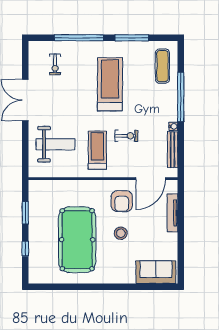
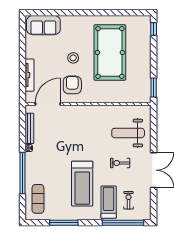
window: (79, 38) -> (123, 223), moved
exercise bike: (126, 136) -> (120, 163), moved
treadmill: (97, 150) -> (109, 202), moved, turned 180
window: (25, 213) -> (154, 88), moved
window: (25, 249) -> (154, 29), moved

